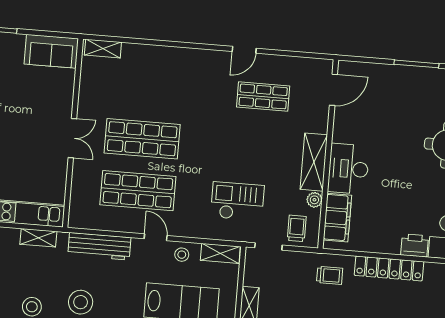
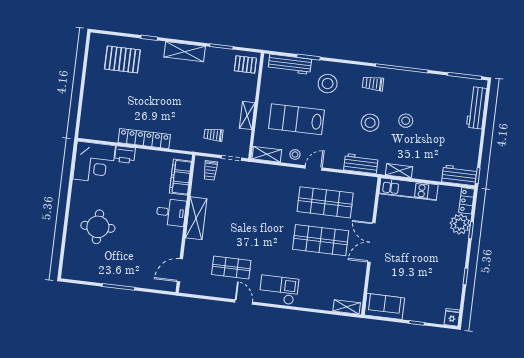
door: (244, 50) -> (244, 302), hinge flipped
double door: (72, 138) -> (371, 242), width x1.37
desk: (348, 169) -> (171, 212), width x0.73
plant: (314, 200) -> (197, 191), removed
checkout: (237, 201) -> (279, 290), moved, turned 180
door: (156, 237) -> (314, 168), swing flipped
workbench: (99, 246) -> (361, 164), width x0.73
trolley: (330, 275) -> (213, 135), moved

